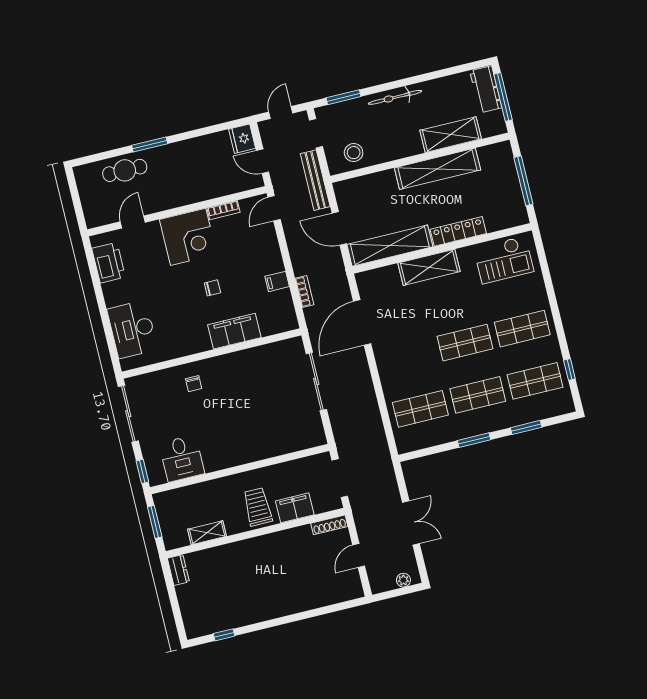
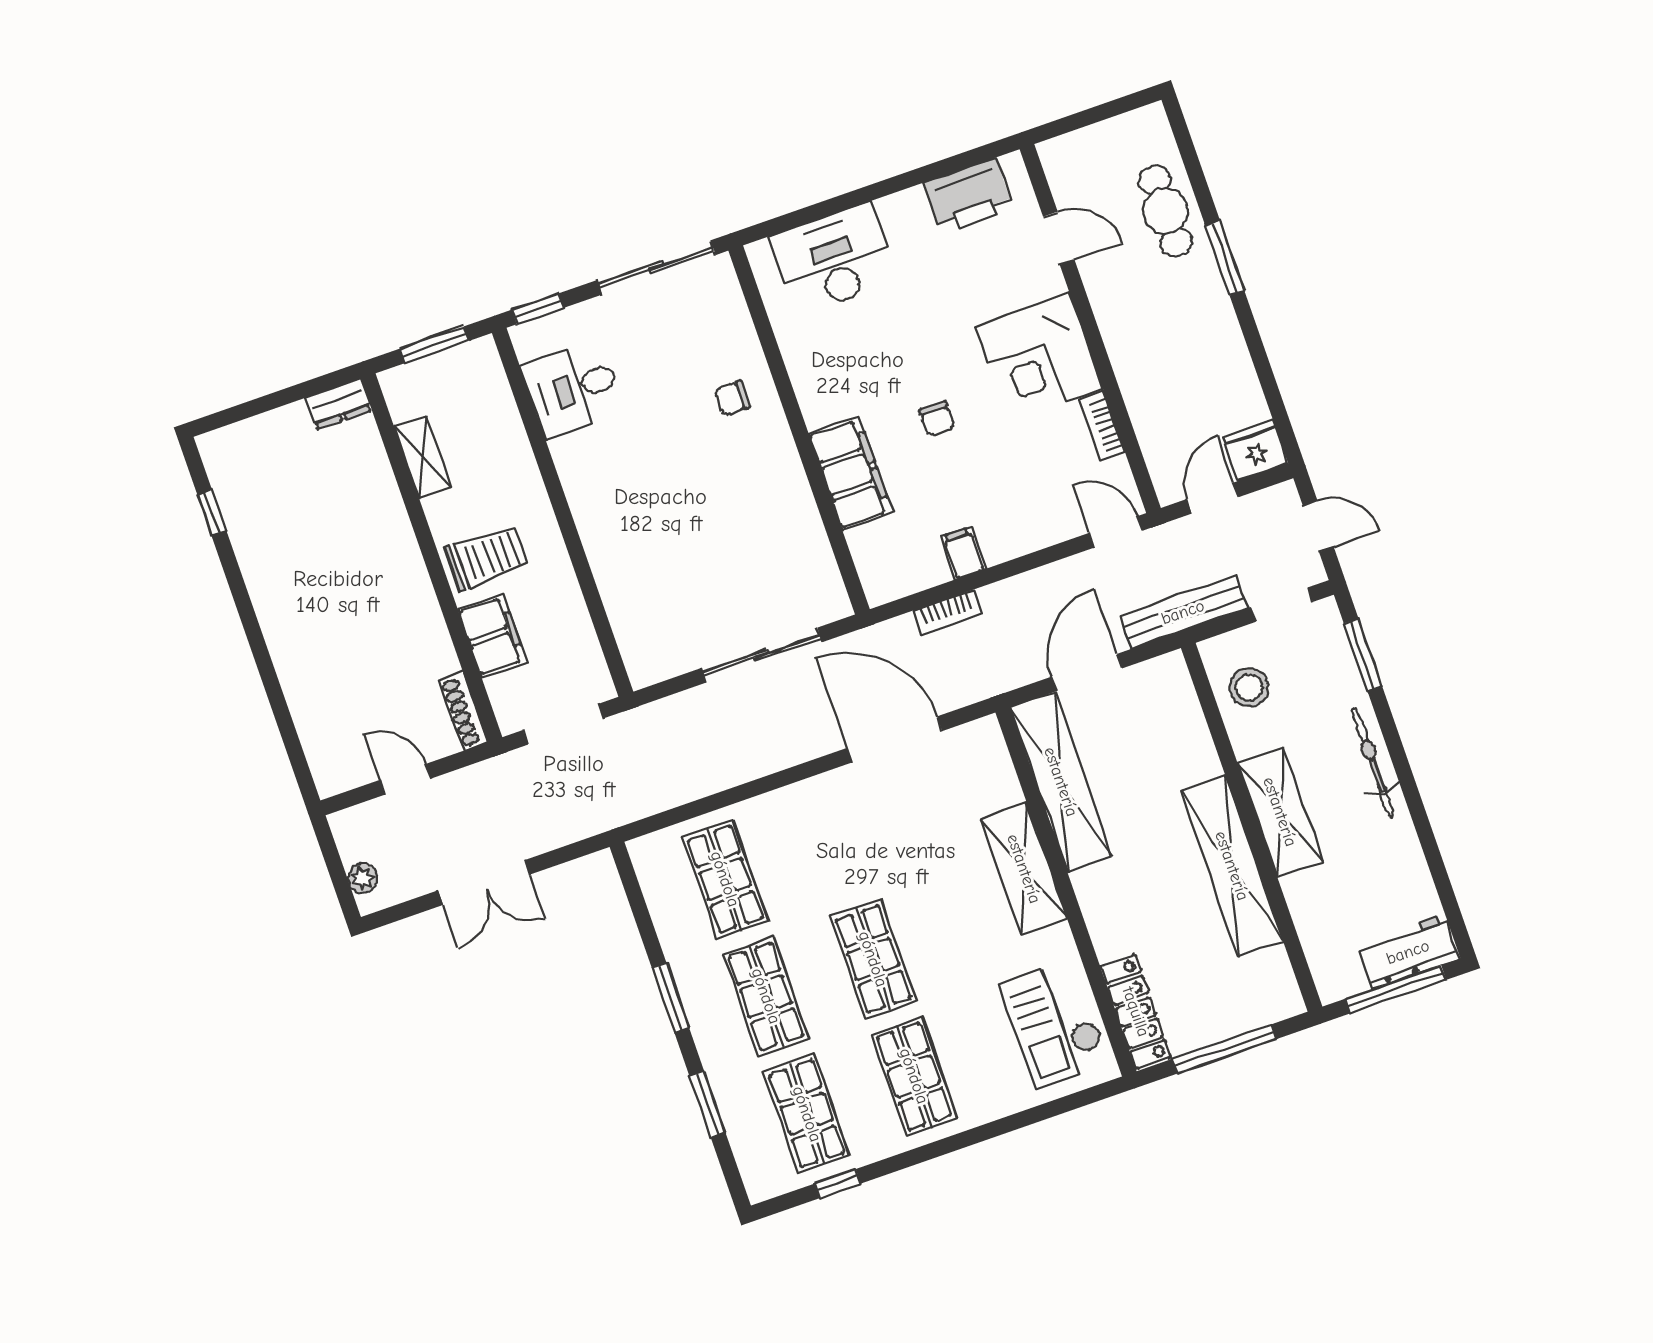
shelving: (451, 135) -> (1280, 812), moved
locker: (458, 231) -> (1136, 1012), moved

